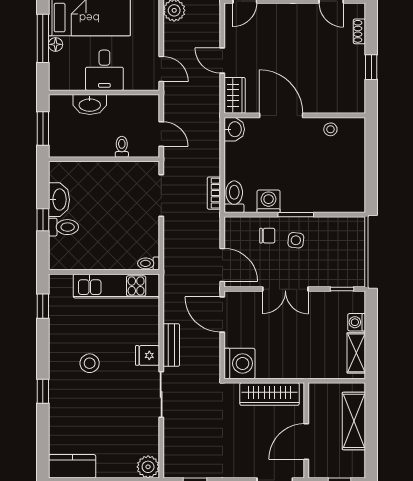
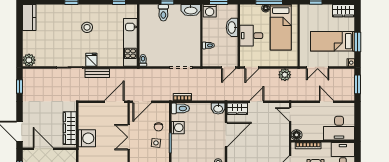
door: (161, 134) -> (229, 67), moved
washing machine: (60, 144) -> (210, 11), added
washbasin: (59, 200) -> (191, 10), moved
washing machine: (239, 363) -> (87, 138), moved, turned -90

